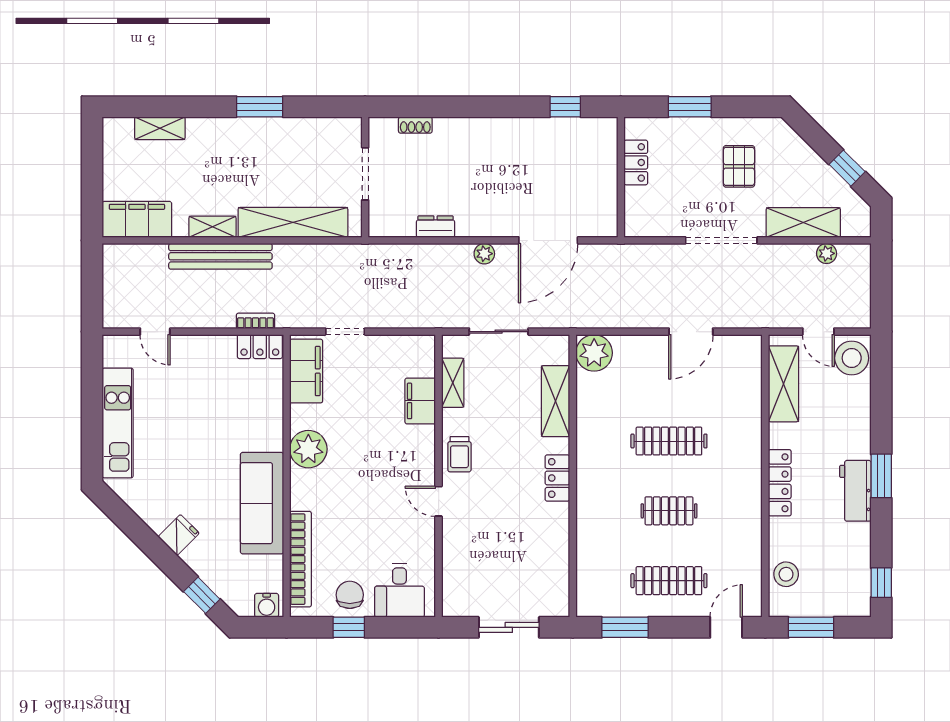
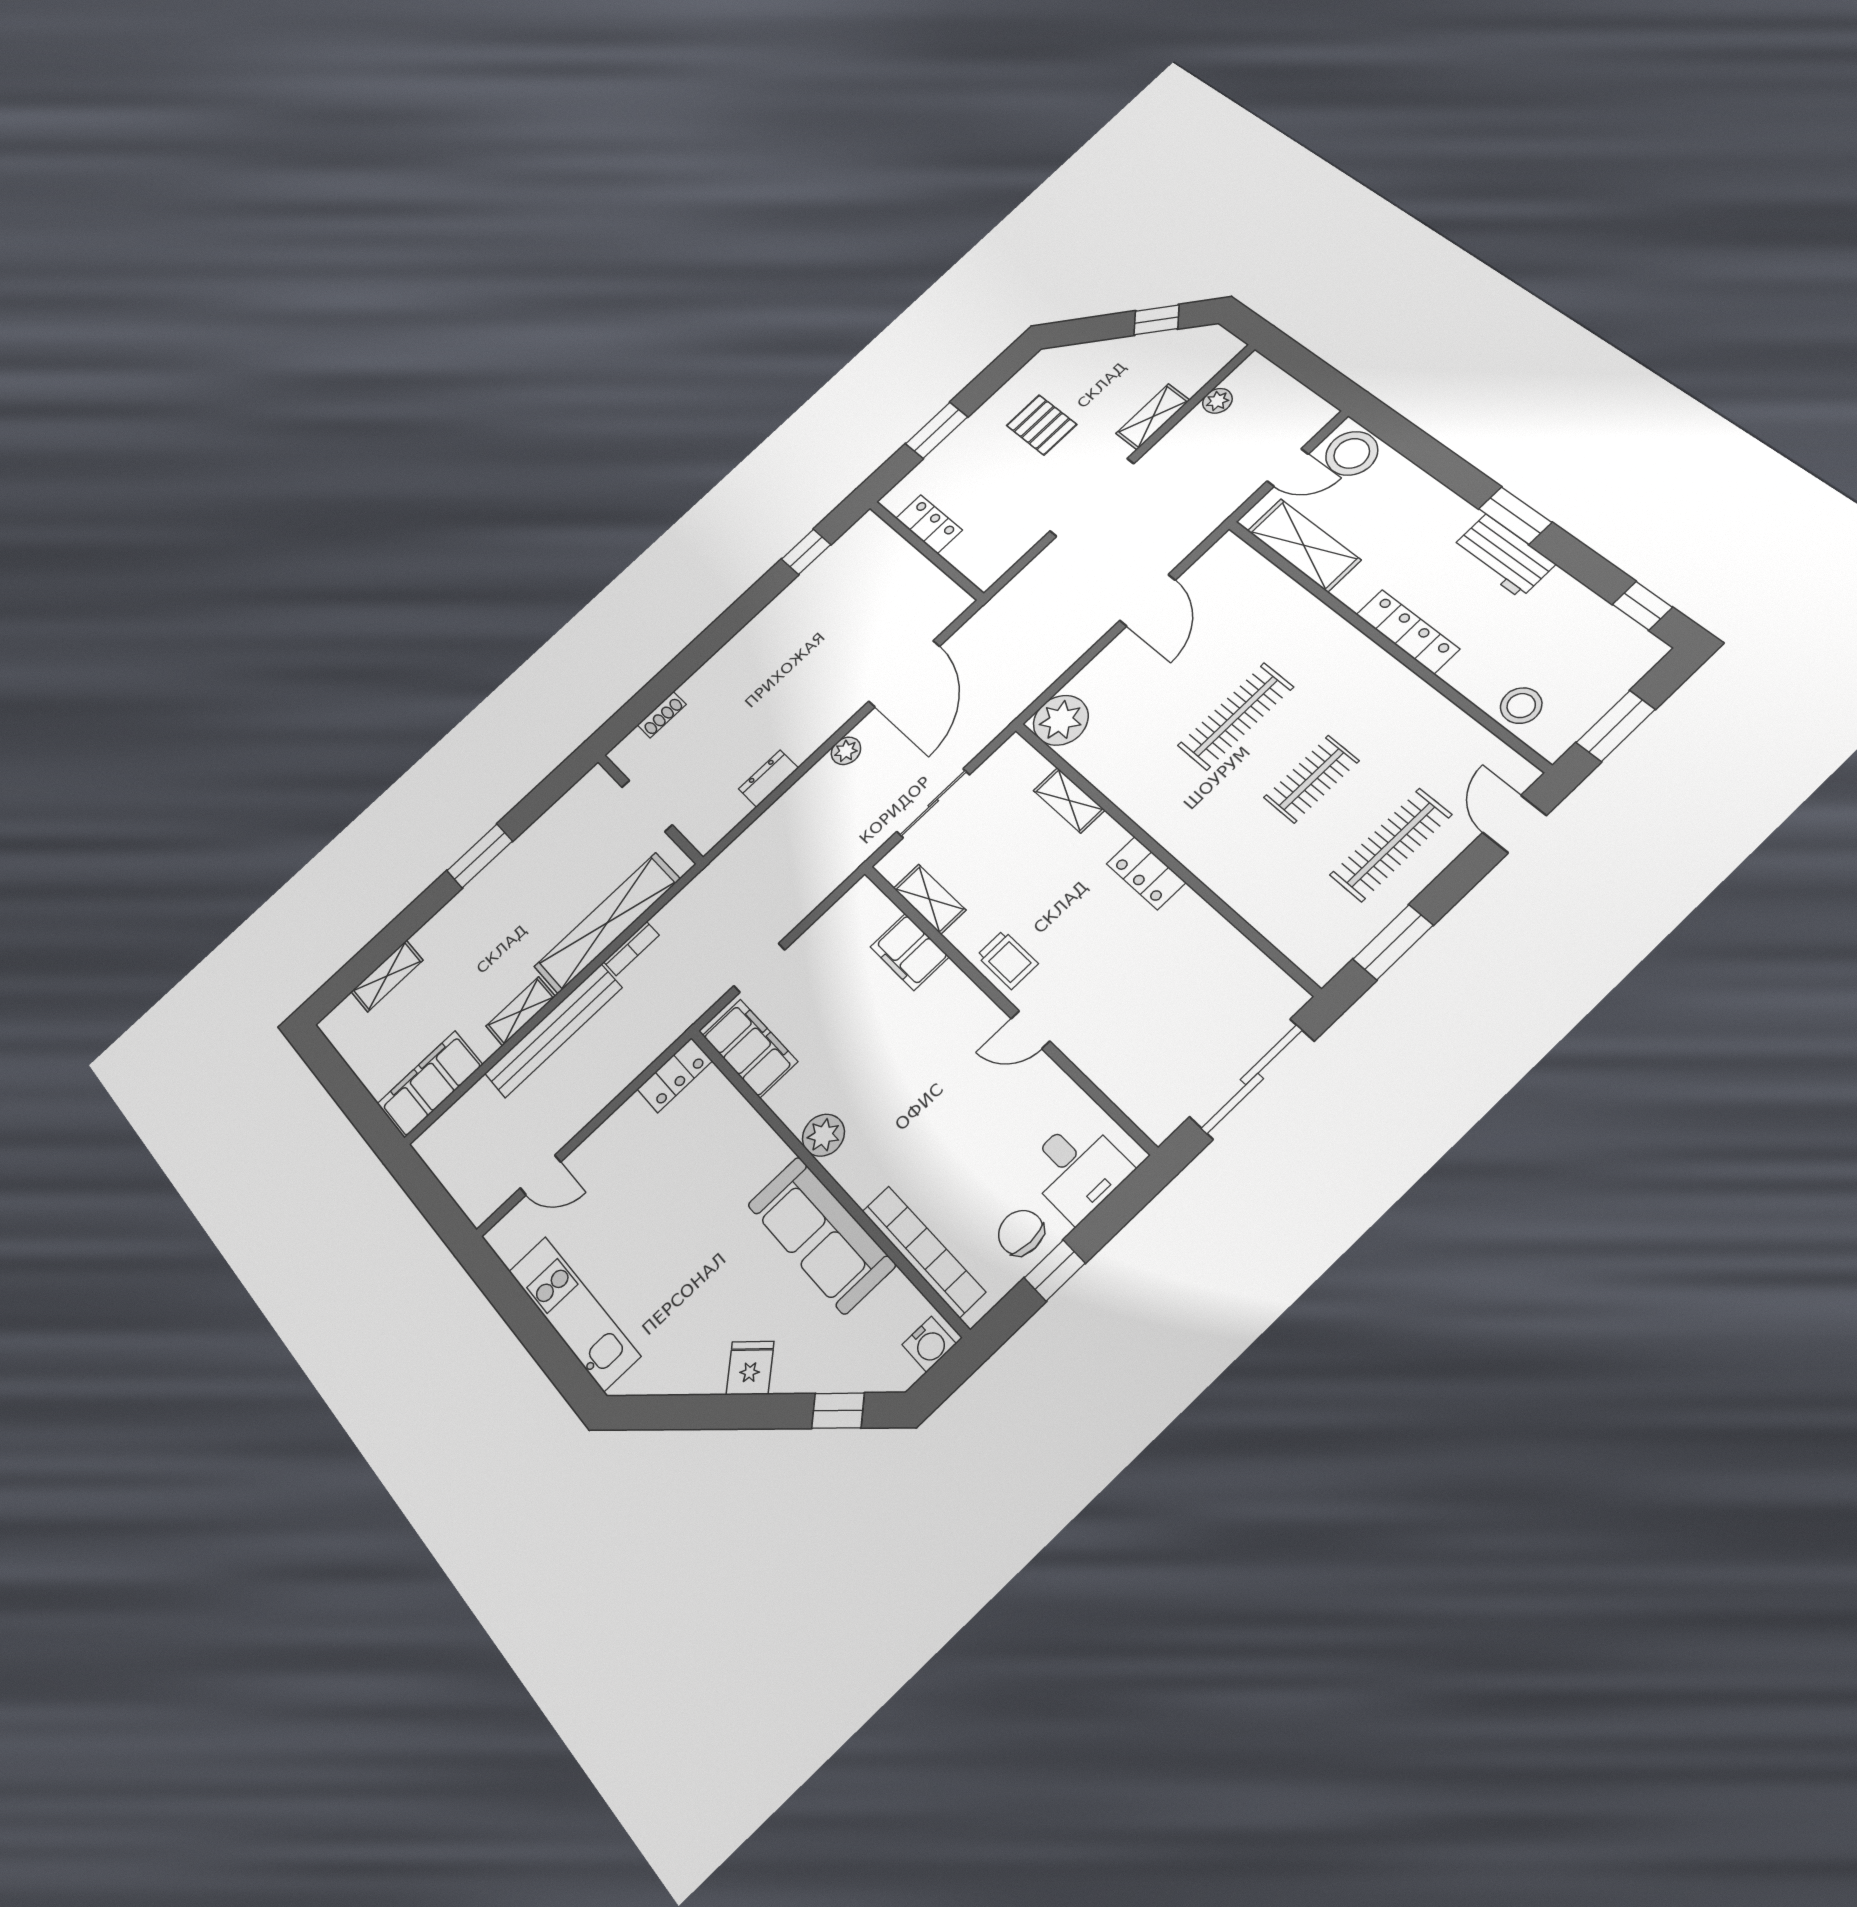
shelving: (803, 223) -> (1153, 417), width x0.67, depth x0.75
bookcase: (256, 321) -> (631, 948), moved, turned 180
shelving: (555, 401) -> (1069, 800), width x0.67, depth x0.75
plant: (308, 449) -> (823, 1135), width x0.73, depth x0.73
sliding door: (509, 627) -> (1252, 1079), width x1.37

